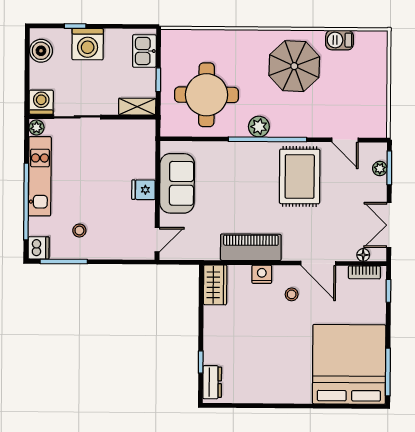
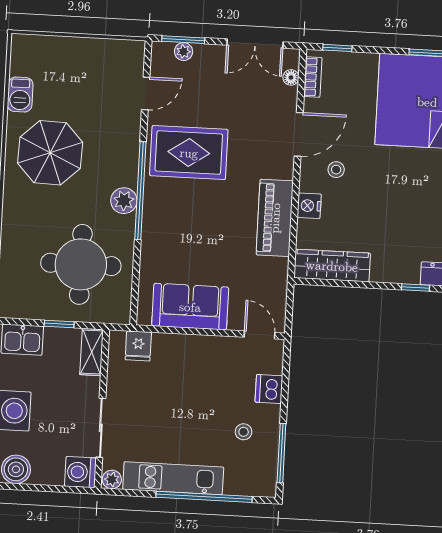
fridge: (143, 190) -> (138, 346), moved
dishwasher: (39, 248) -> (269, 389), moved, turned -90
wardrobe: (215, 285) -> (332, 266), width x1.50

